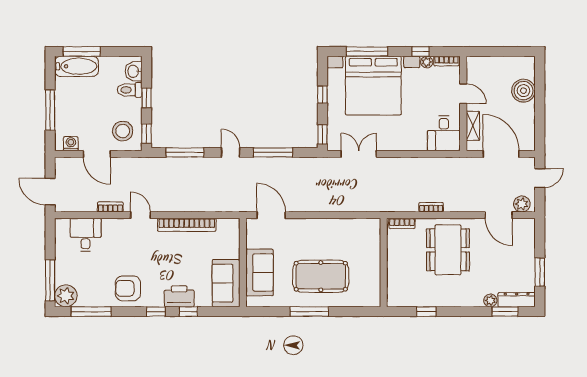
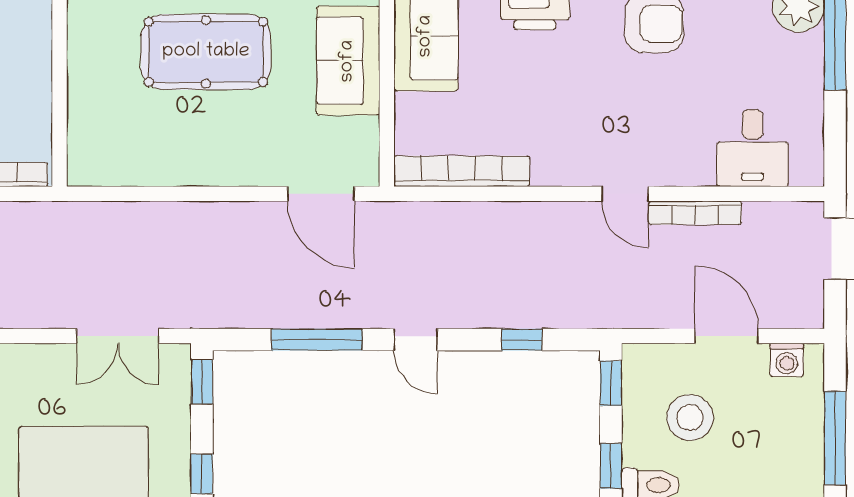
stool: (123, 131) -> (690, 418), moved
window: (185, 152) -> (522, 340), width x0.46
bookcase: (110, 207) -> (695, 213), width x1.56
bookcase: (187, 225) -> (462, 171), moved

